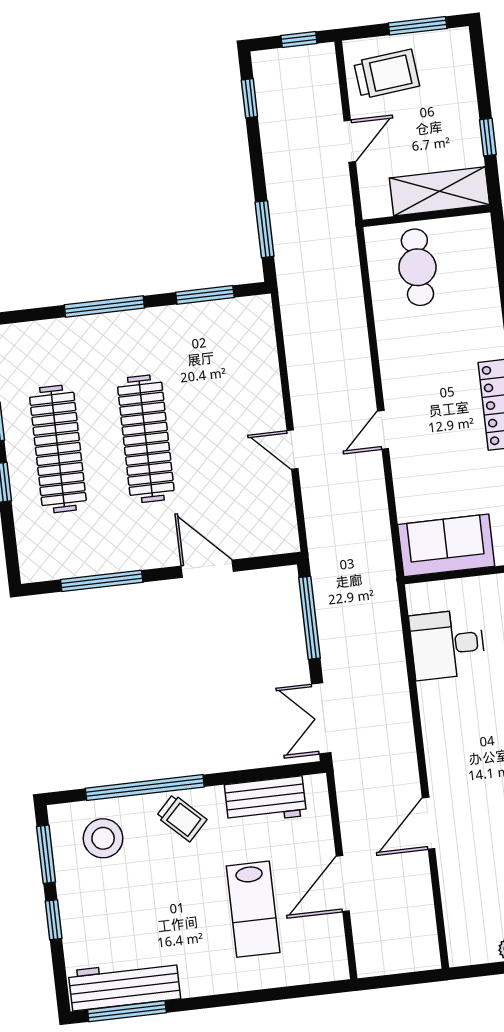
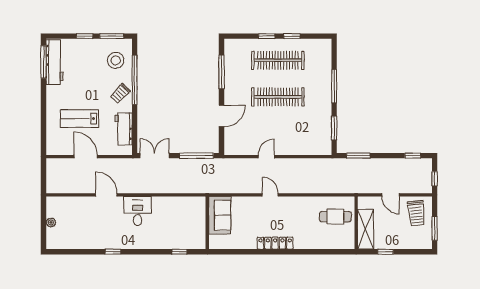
desk: (447, 644) -> (138, 211), moved

